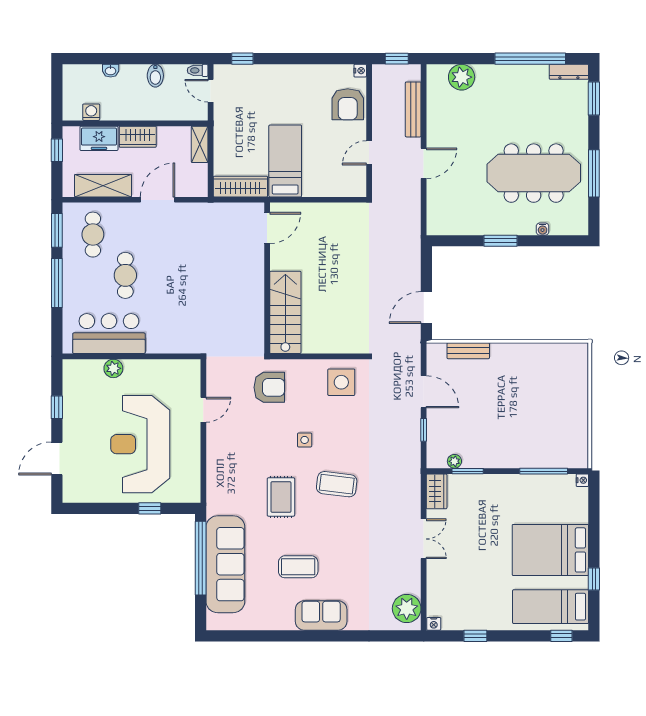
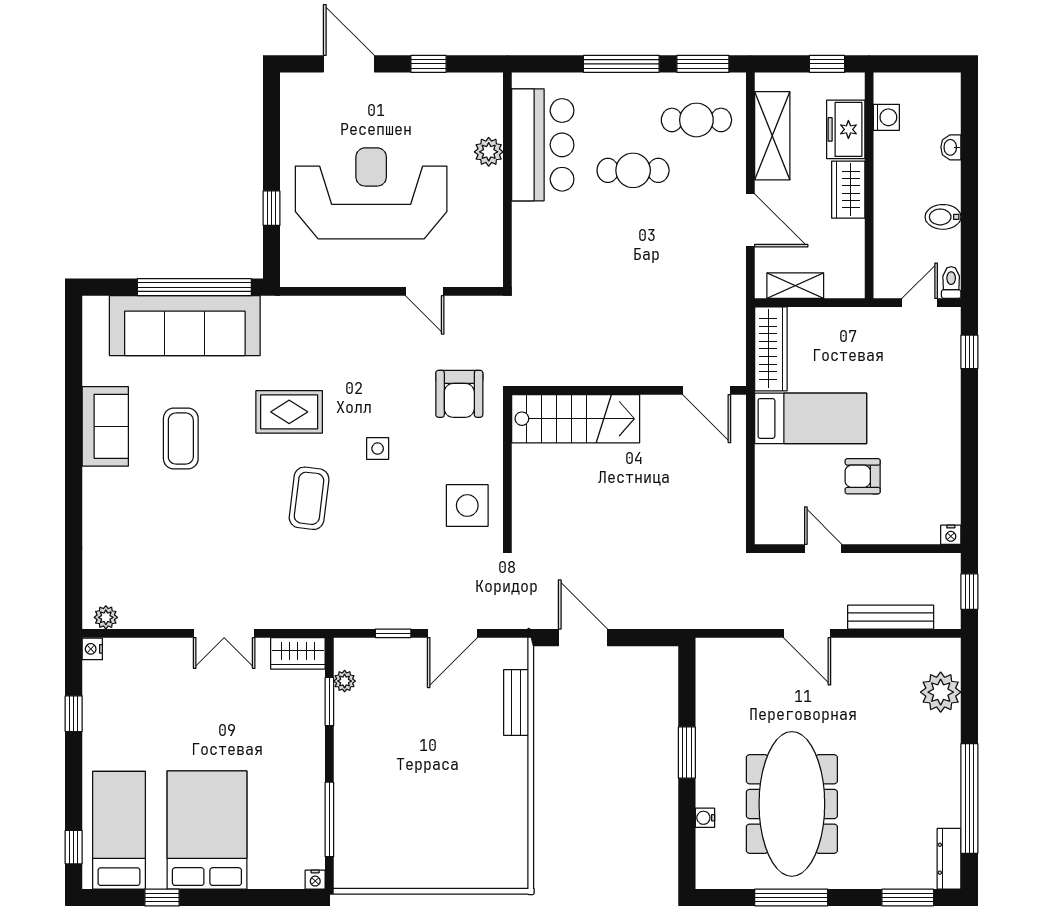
armchair: (348, 104) -> (863, 476), moved, width x0.72, depth x0.72
shelving: (200, 144) -> (795, 286), moved
plant: (407, 608) -> (106, 617), width x0.53, depth x0.53
sofa: (321, 615) -> (105, 426), moved

